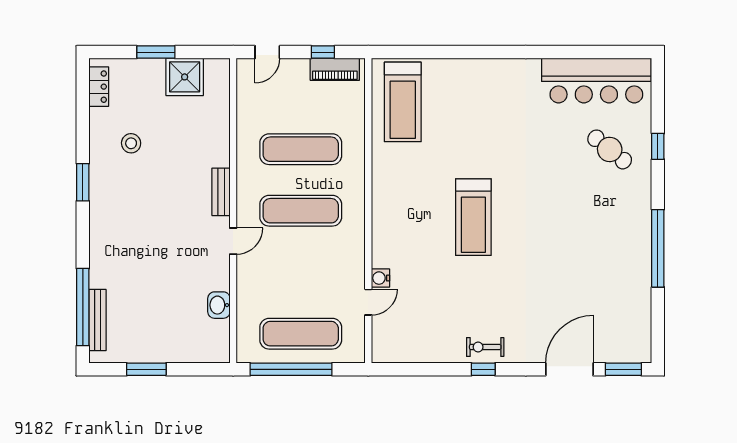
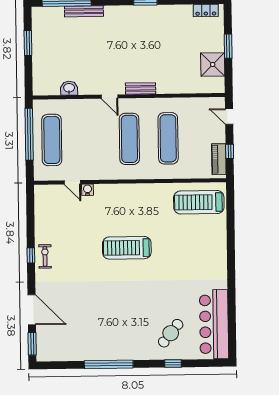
stool: (131, 143) -> (170, 31), removed
bench: (97, 320) -> (84, 11), moved

